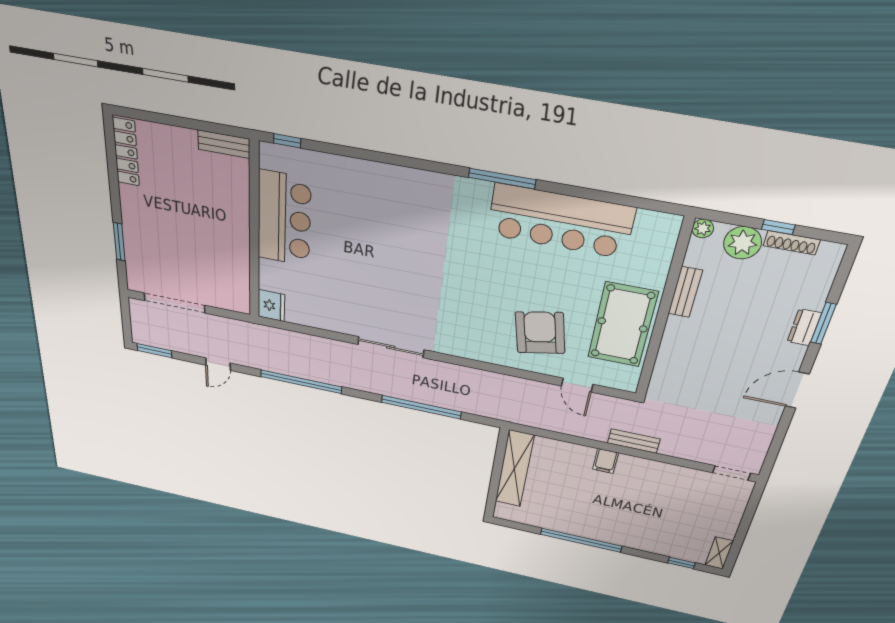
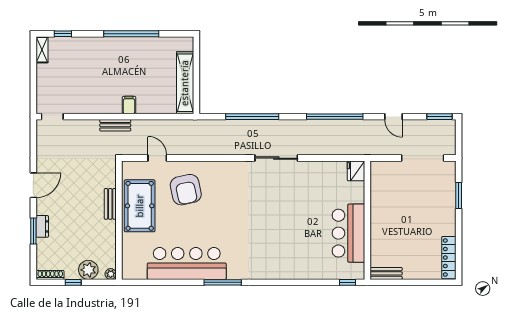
shoe rack: (792, 243) -> (50, 275), moved
bench: (685, 292) -> (110, 204), moved
door: (218, 364) -> (393, 117), swing flipped

